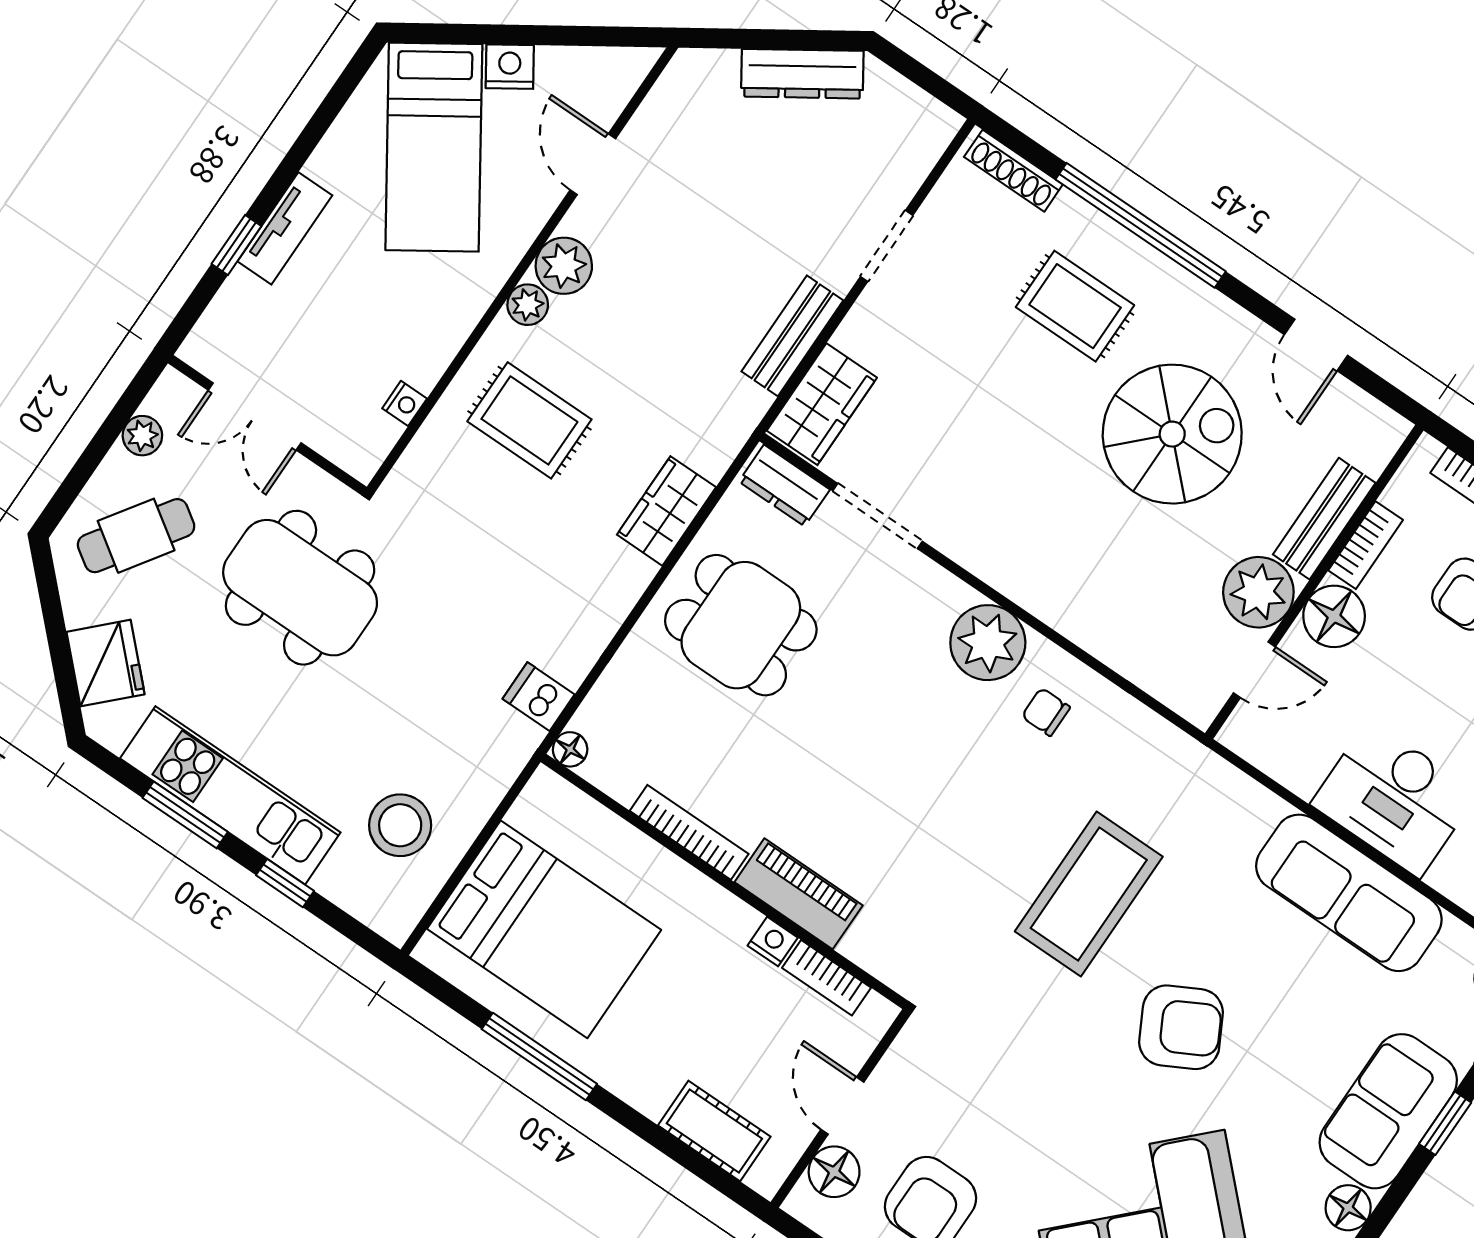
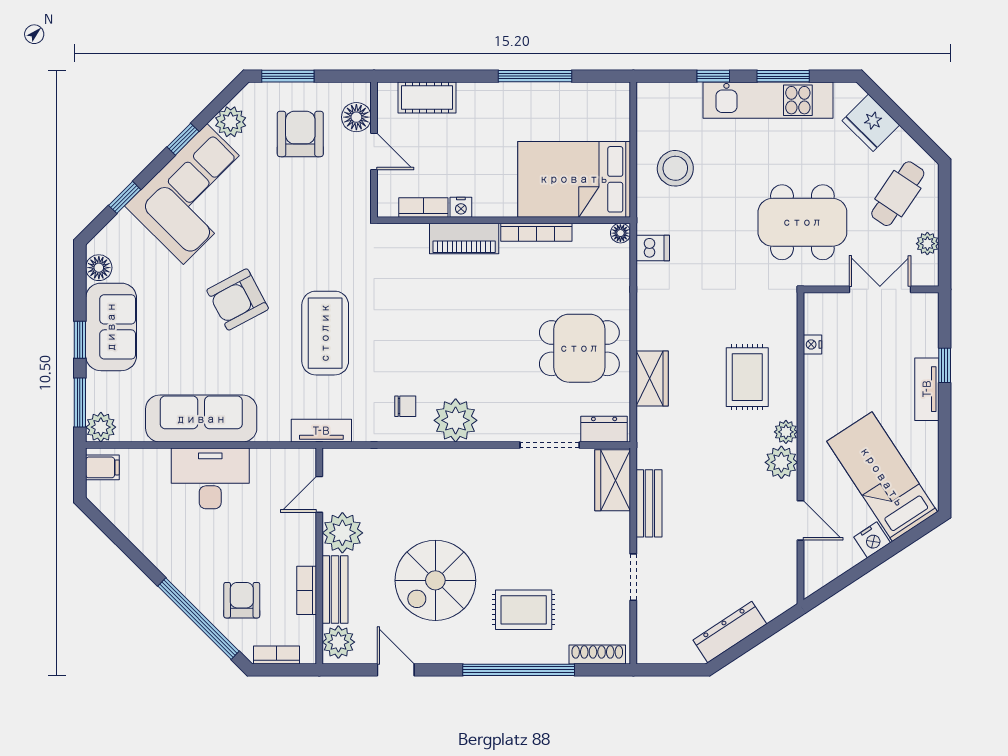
rug: (529, 420) -> (747, 377), turned 90
plant: (1371, 440) -> (338, 642), added
floor lamp: (1334, 616) -> (298, 546), removed
tv unit: (1189, 759) -> (321, 431), added
stool: (400, 825) -> (675, 168), moved
bed: (544, 929) -> (574, 179), moved

